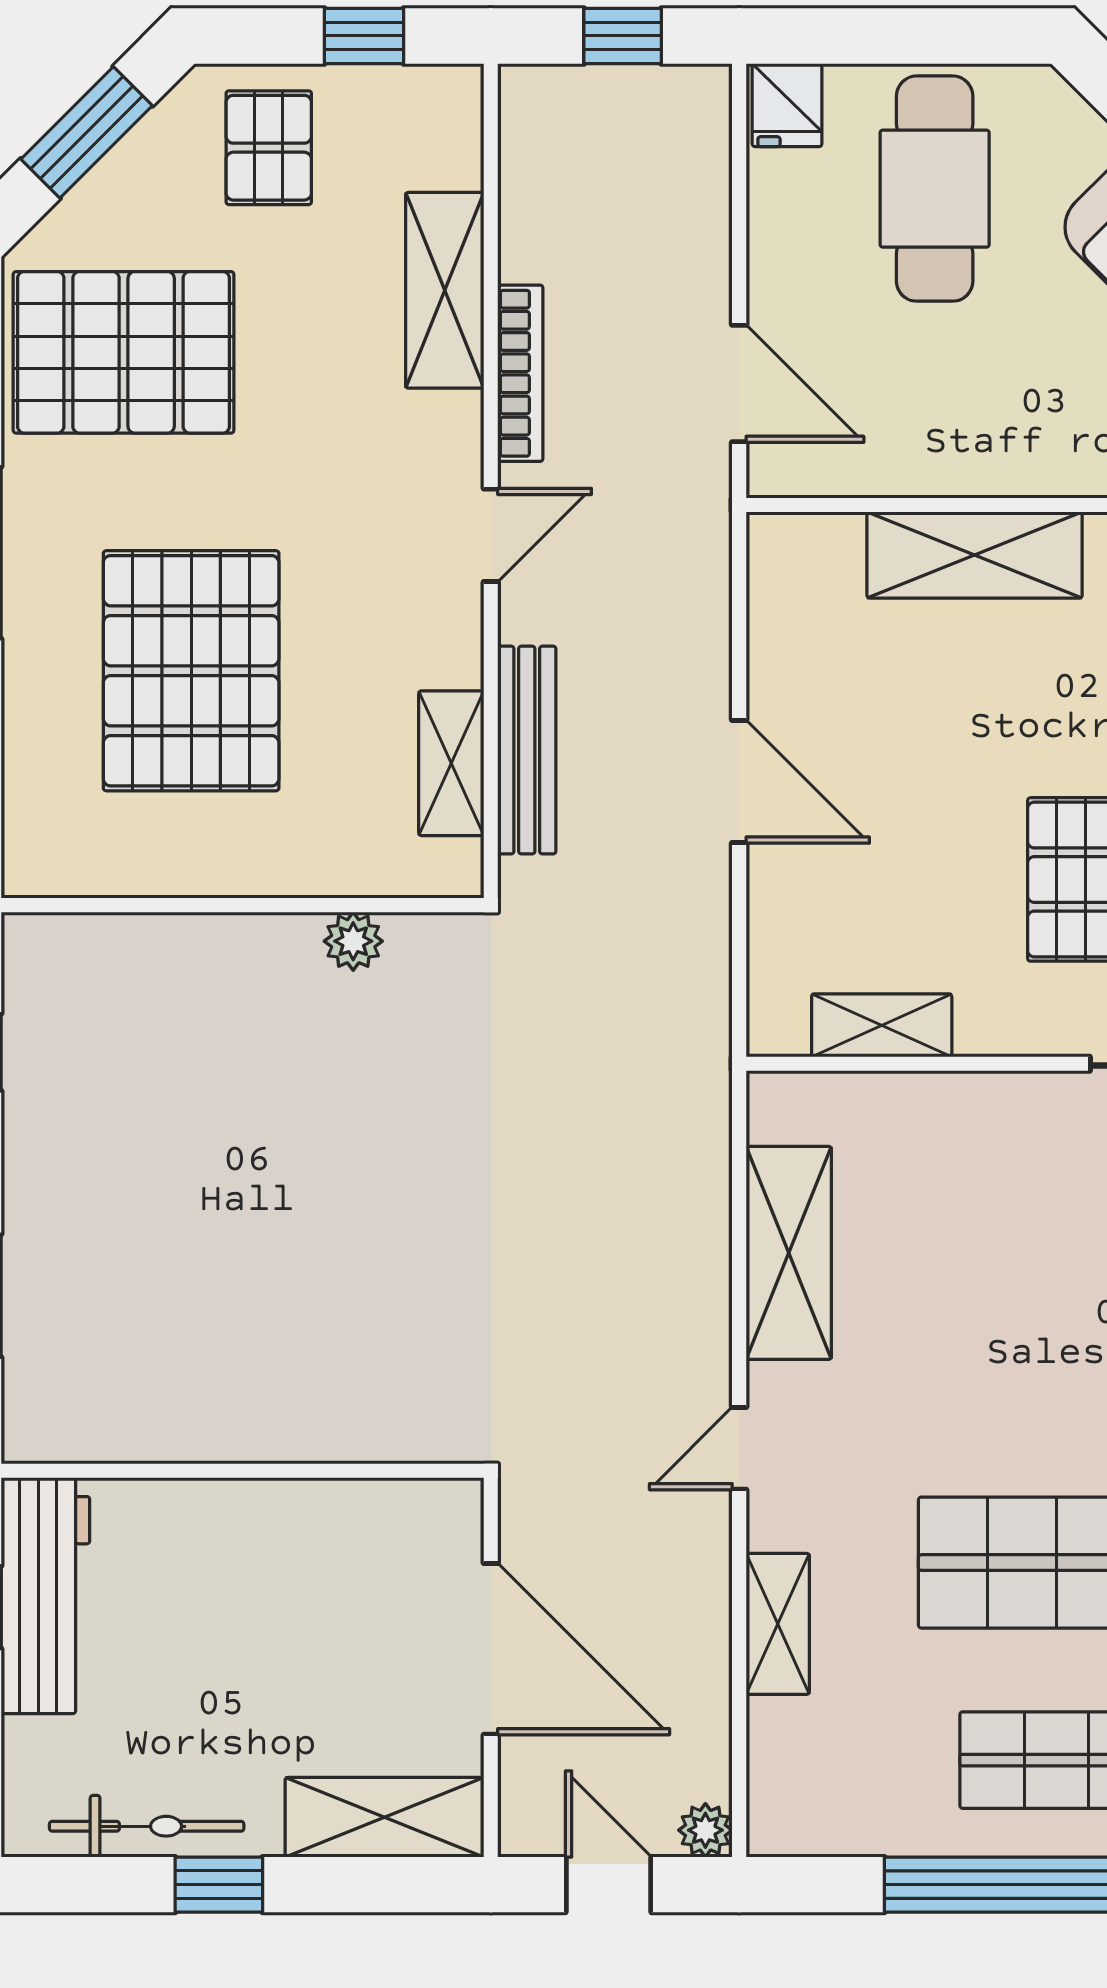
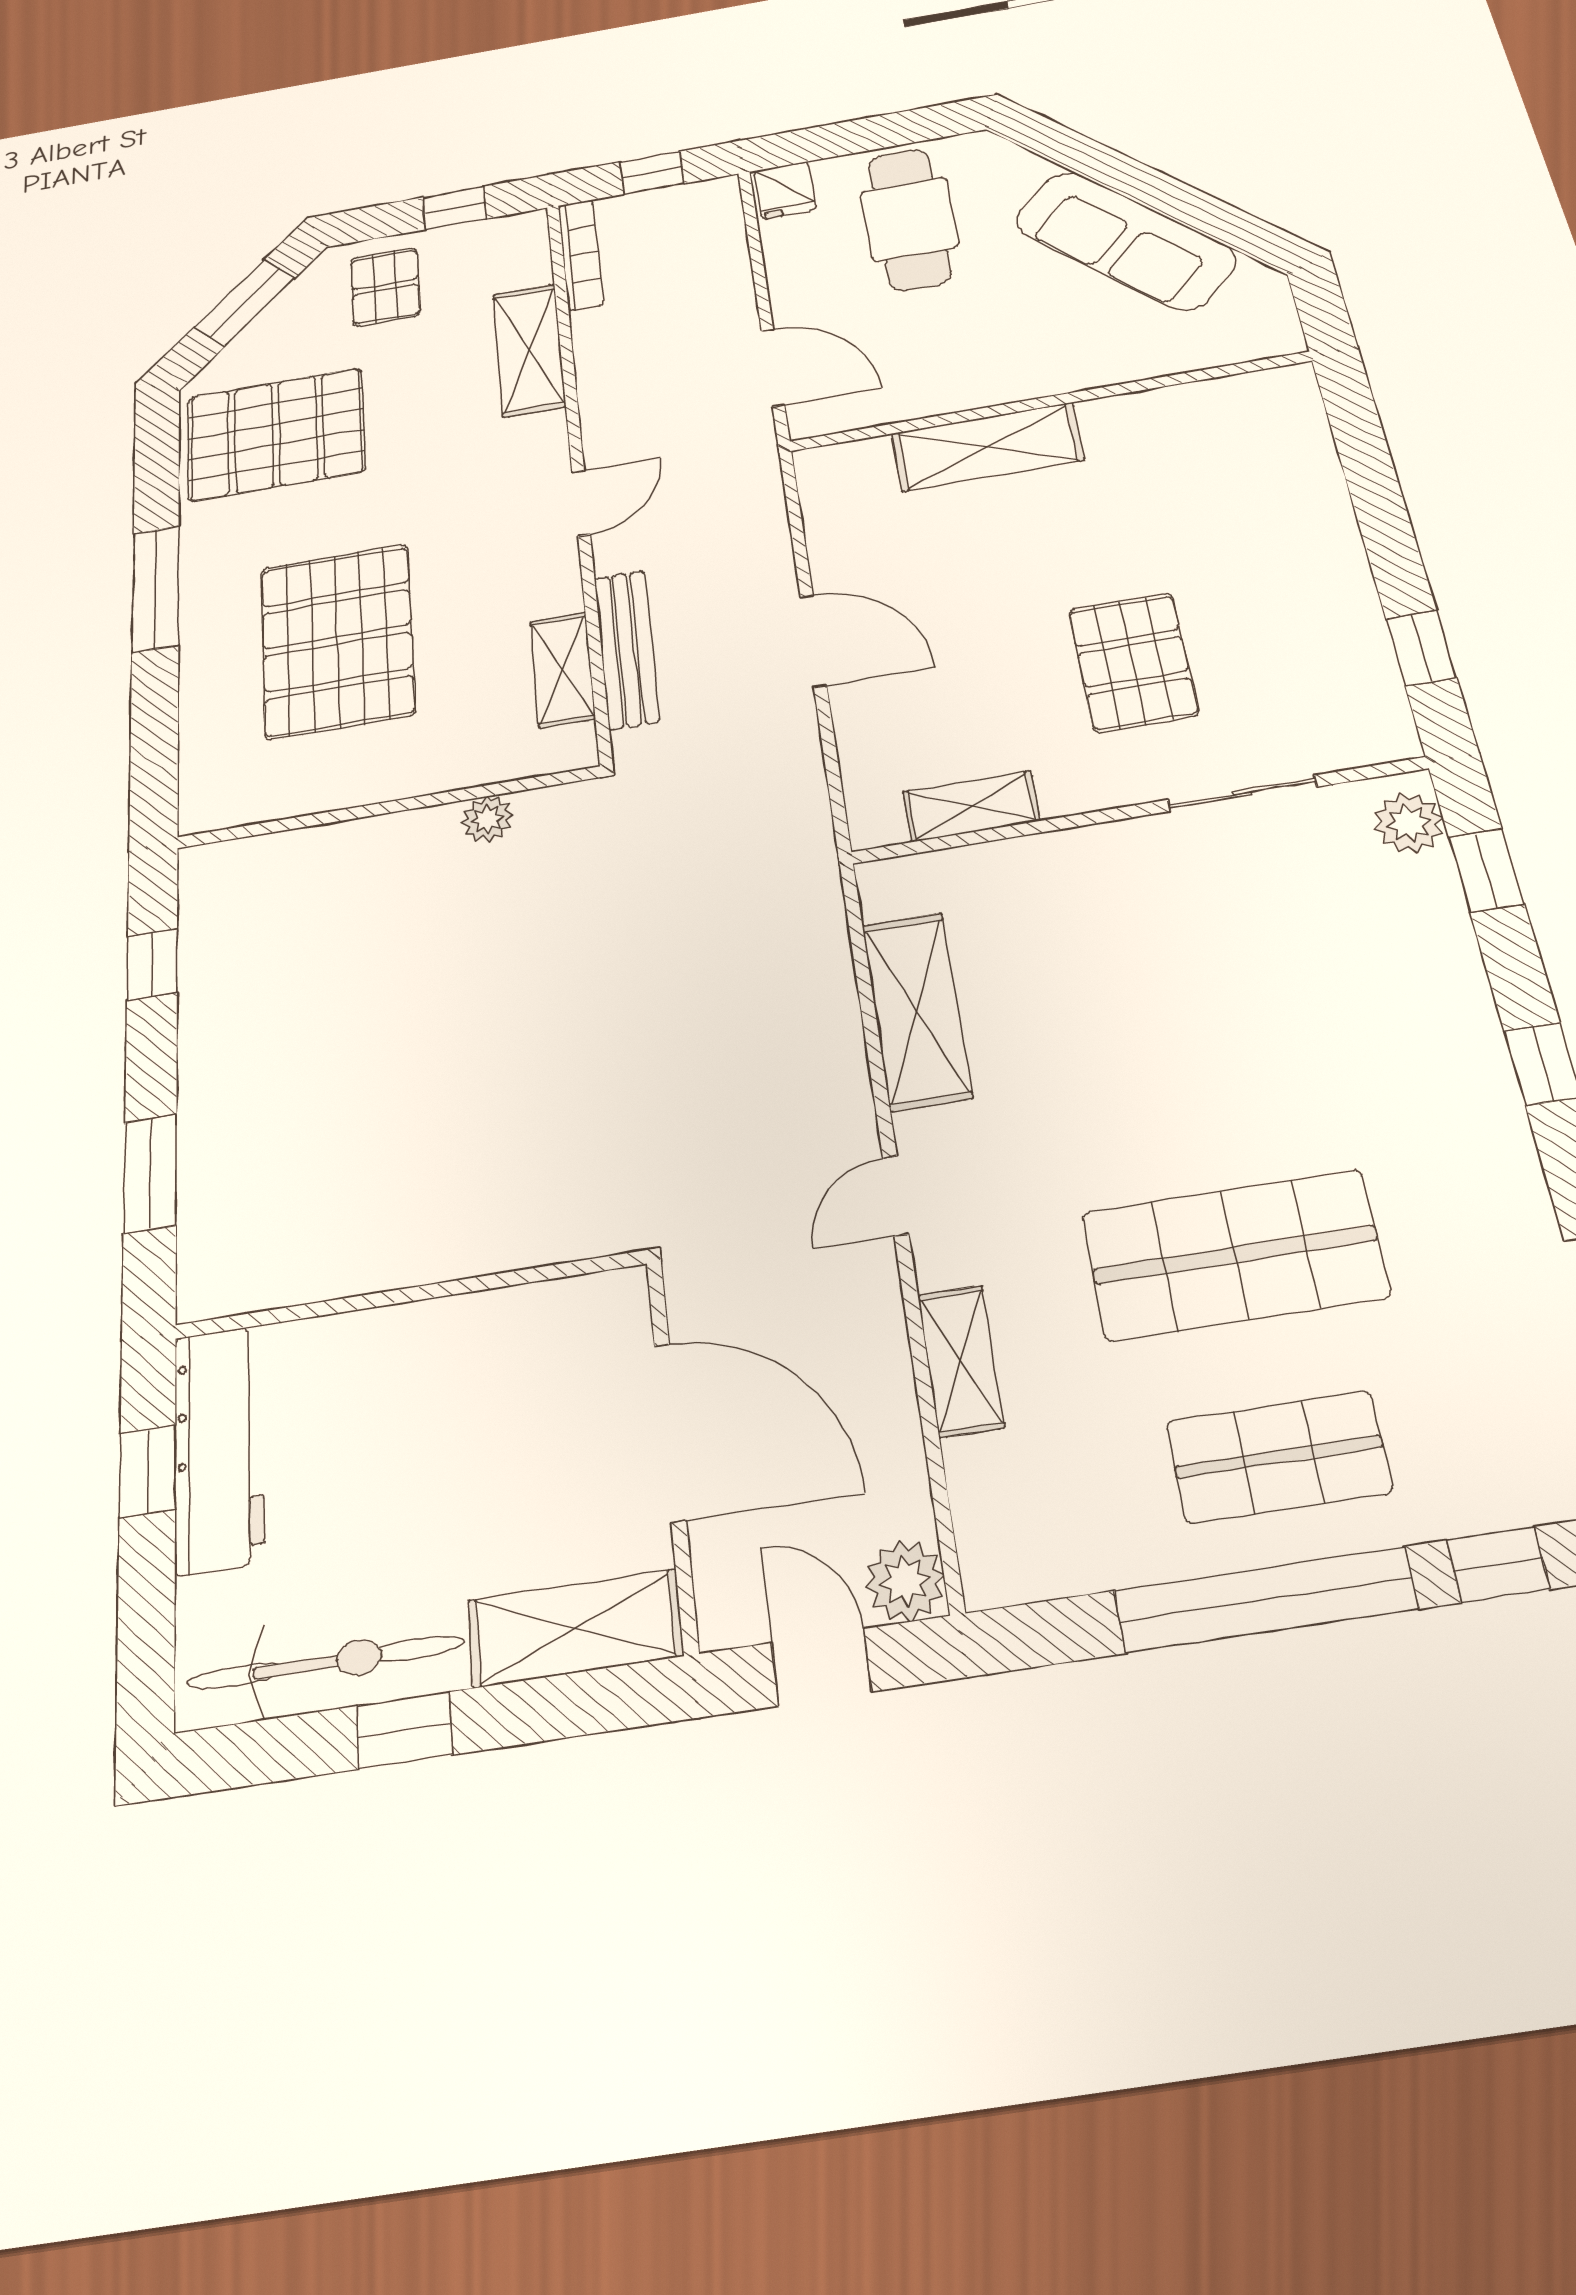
bookcase: (520, 373) -> (581, 255), moved
bicycle: (147, 1826) -> (326, 1663), width x1.37, depth x1.40
plant: (705, 1830) -> (905, 1581), width x1.38, depth x1.38

